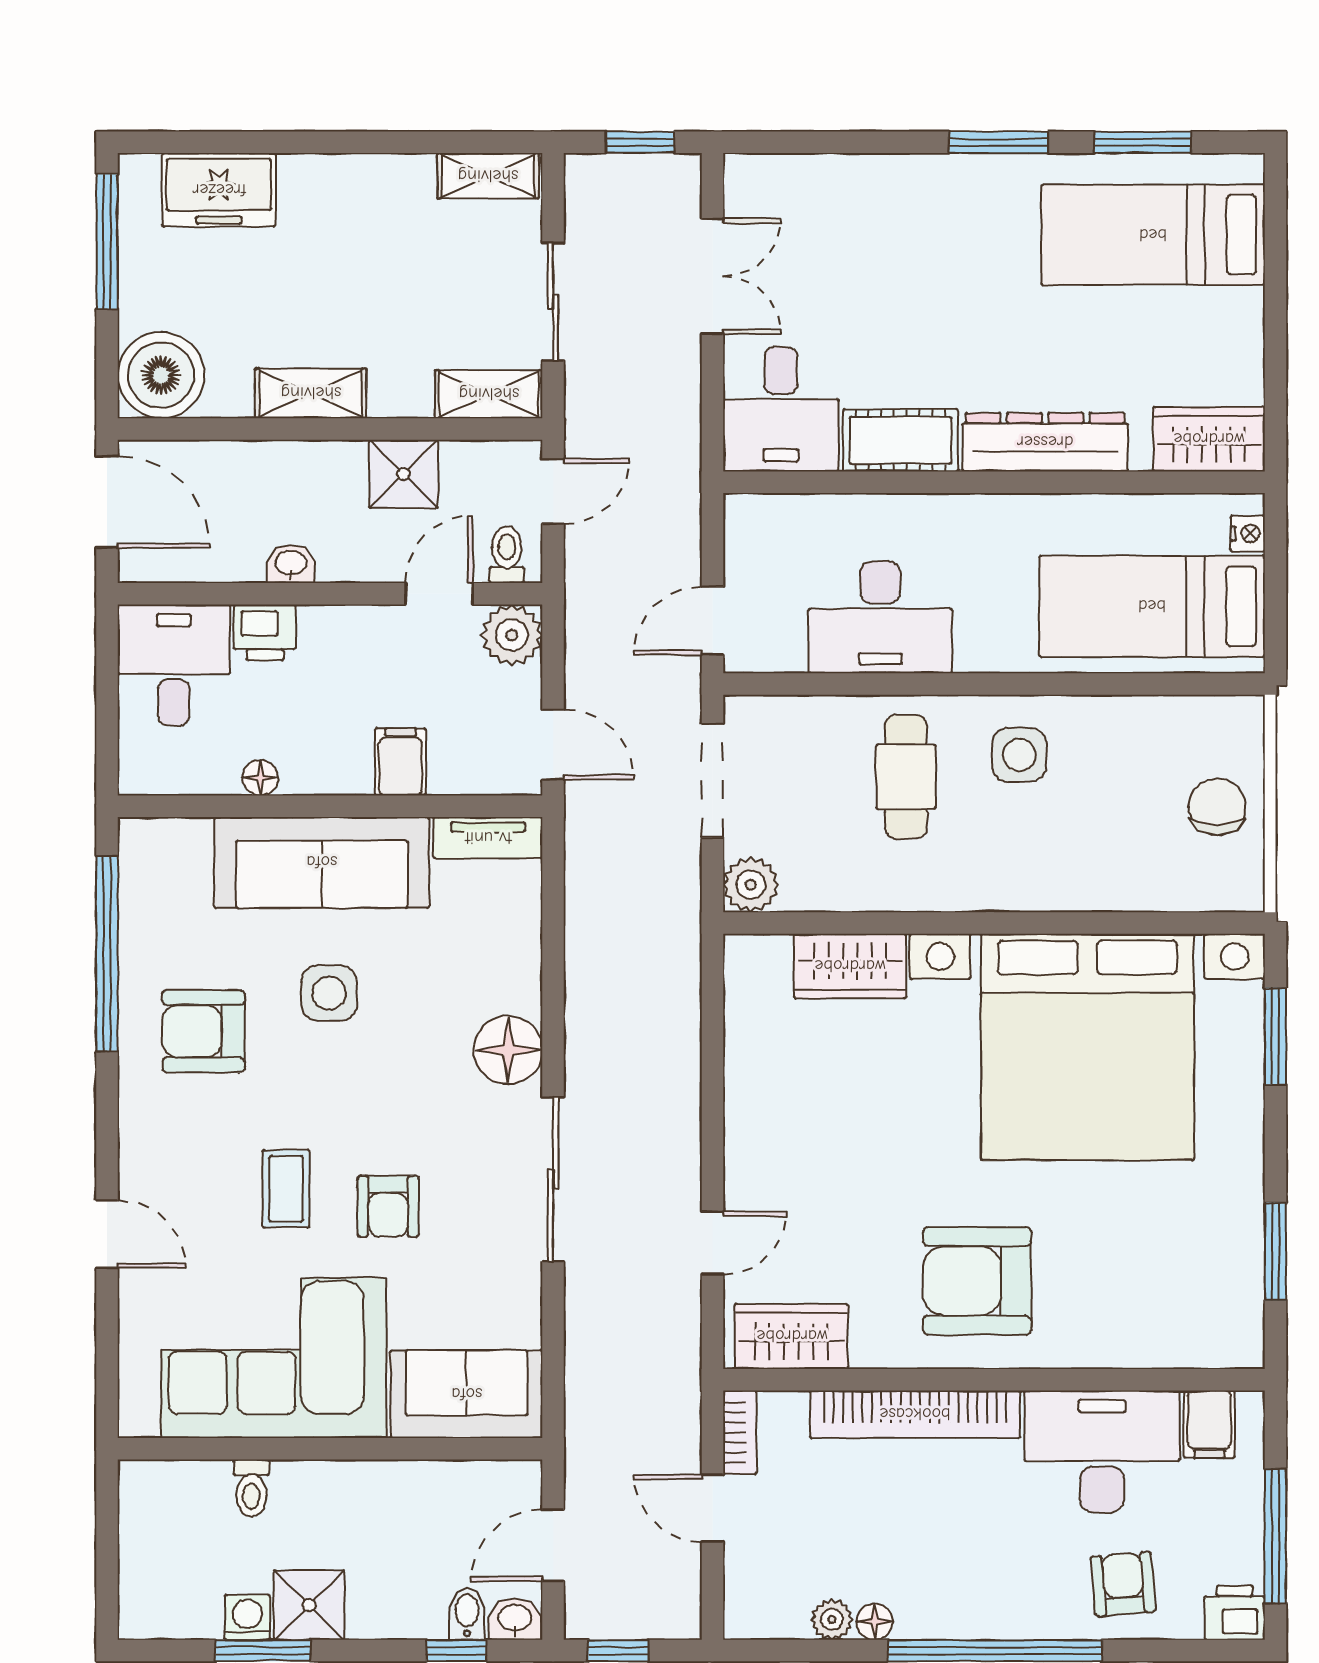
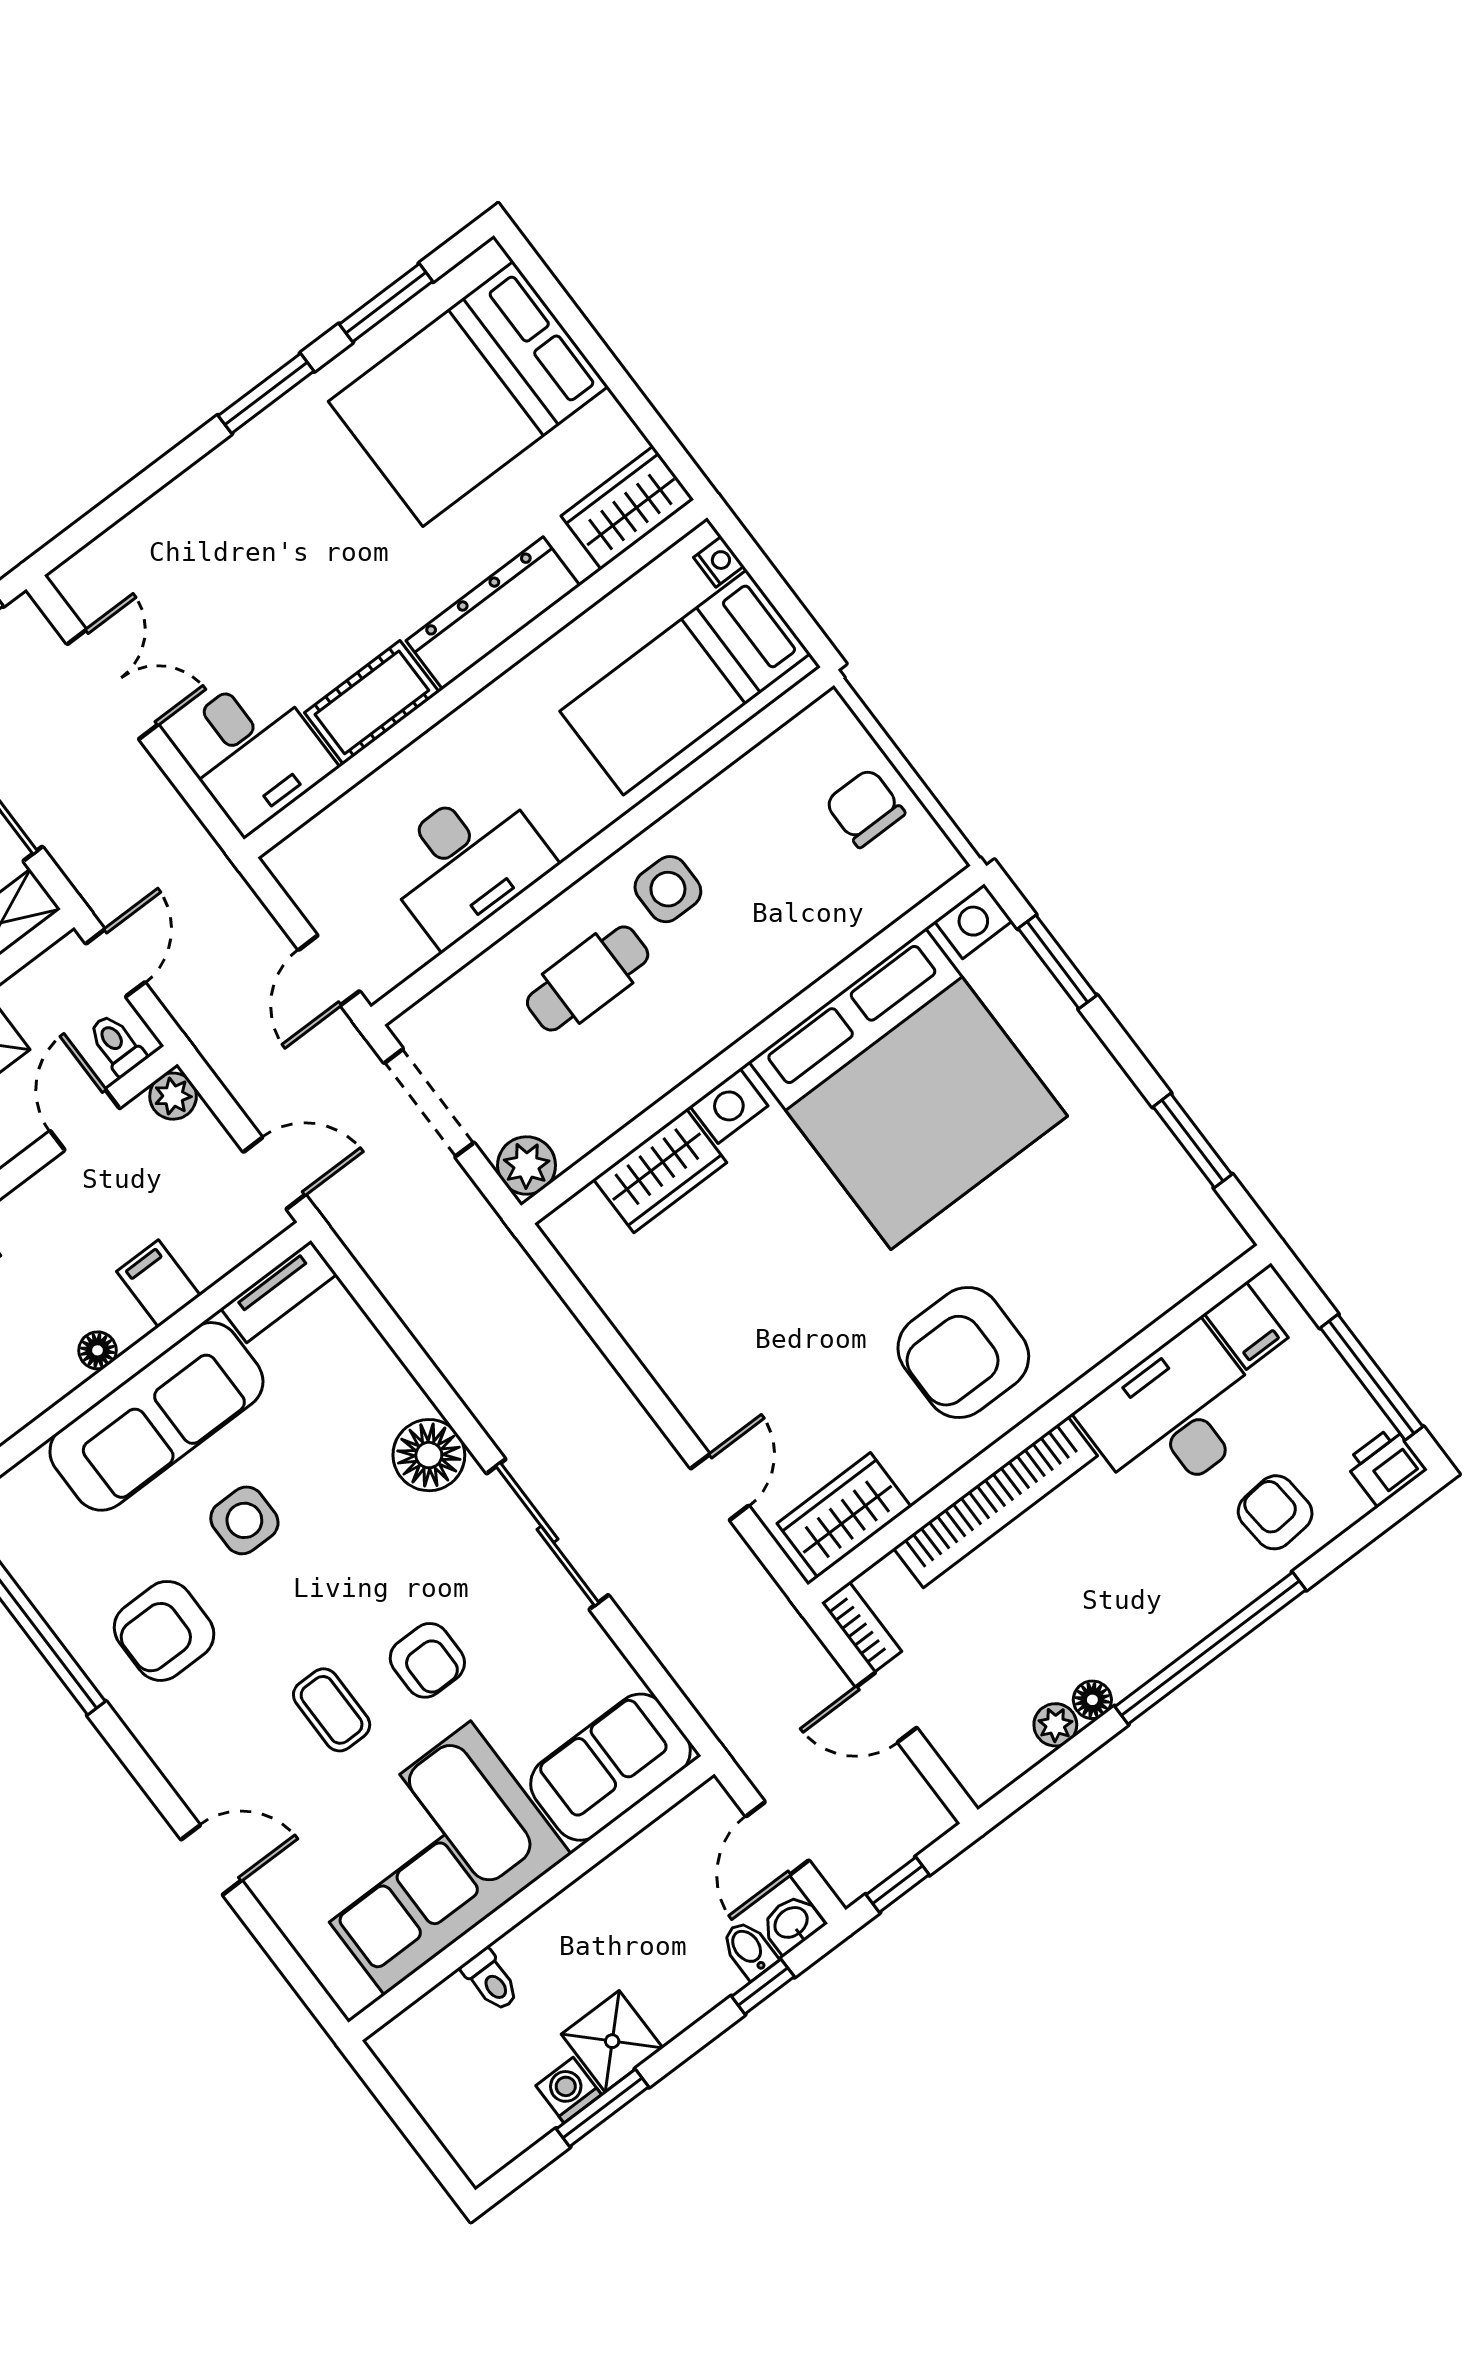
bed: (1153, 235) -> (468, 394), width x1.50
plant: (512, 635) -> (173, 1096), width x0.73, depth x0.73
cafe table: (906, 777) -> (588, 978), turned 90
floor lamp: (260, 778) -> (97, 1350), moved

